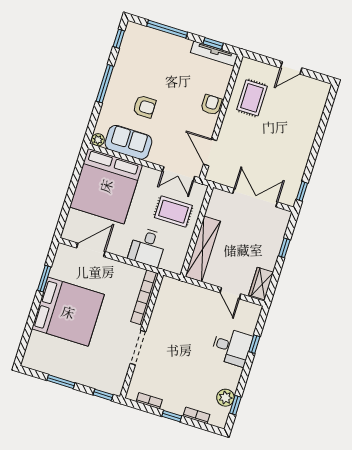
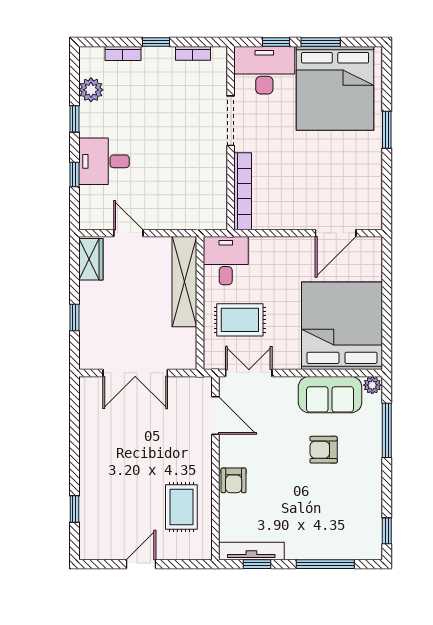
window: (105, 84) -> (387, 430), moved
window: (302, 191) -> (74, 509), moved
desk: (147, 247) -> (226, 261), moved
window: (44, 279) -> (387, 130), moved
bed: (68, 312) -> (335, 88), moved, turned -90
desk: (105, 374) -> (264, 70), added
window: (103, 395) -> (276, 42), moved
window: (235, 405) -> (74, 119), moved

